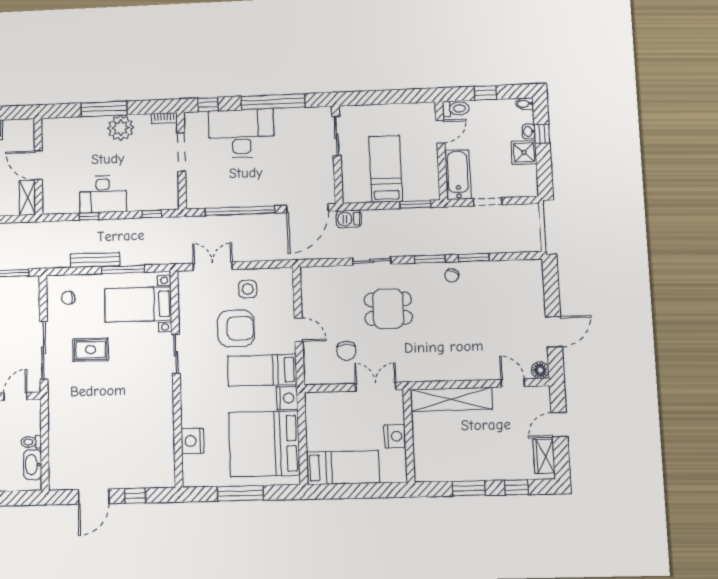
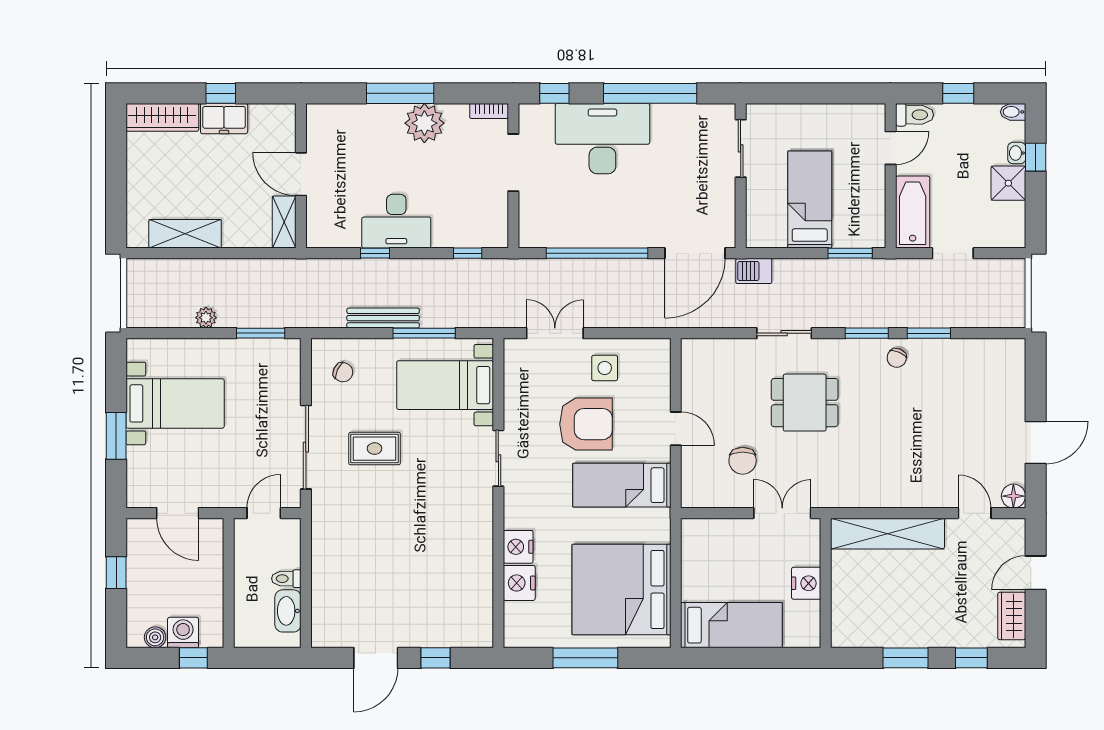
chair: (68, 298) -> (343, 372), turned -145
nightstand: (287, 398) -> (518, 547), moved, turned 180

